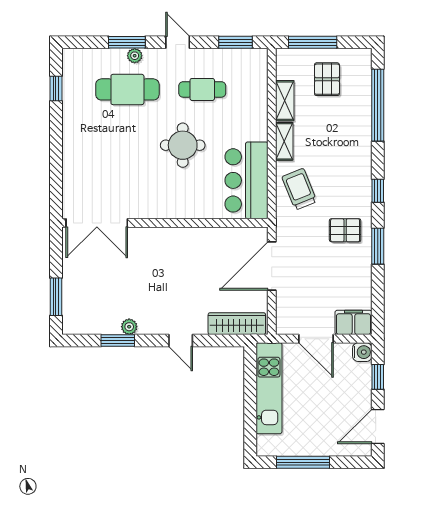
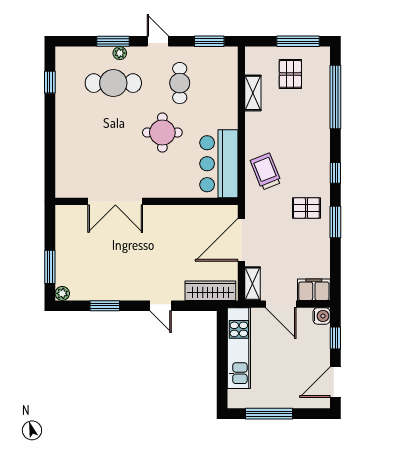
window: (313, 42) -> (298, 41), moved
cafe table: (202, 89) -> (180, 83), turned 90
shelving: (284, 141) -> (252, 284), moved
double door: (97, 223) -> (115, 201), moved
plant: (129, 327) -> (62, 293), moved

